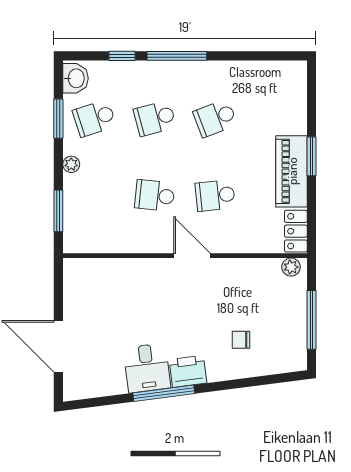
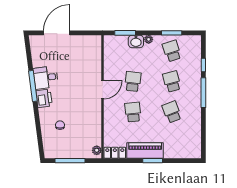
washbasin: (75, 78) -> (136, 41), moved
door: (192, 256) -> (102, 90), moved

